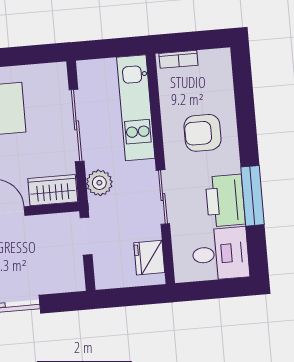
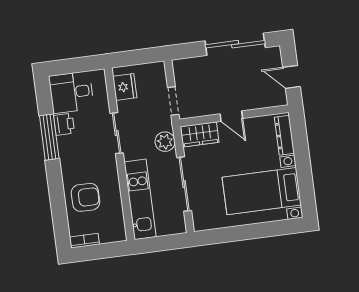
bookcase: (178, 59) -> (84, 241), moved
armchair: (202, 133) -> (85, 197), moved
printer: (225, 201) -> (64, 124), width x0.53, depth x0.68

